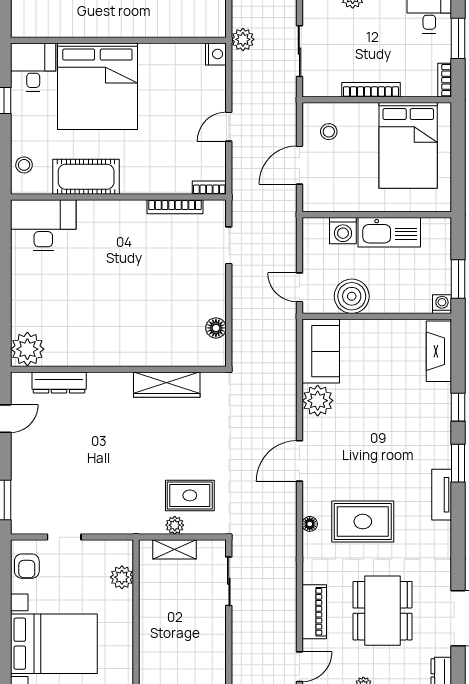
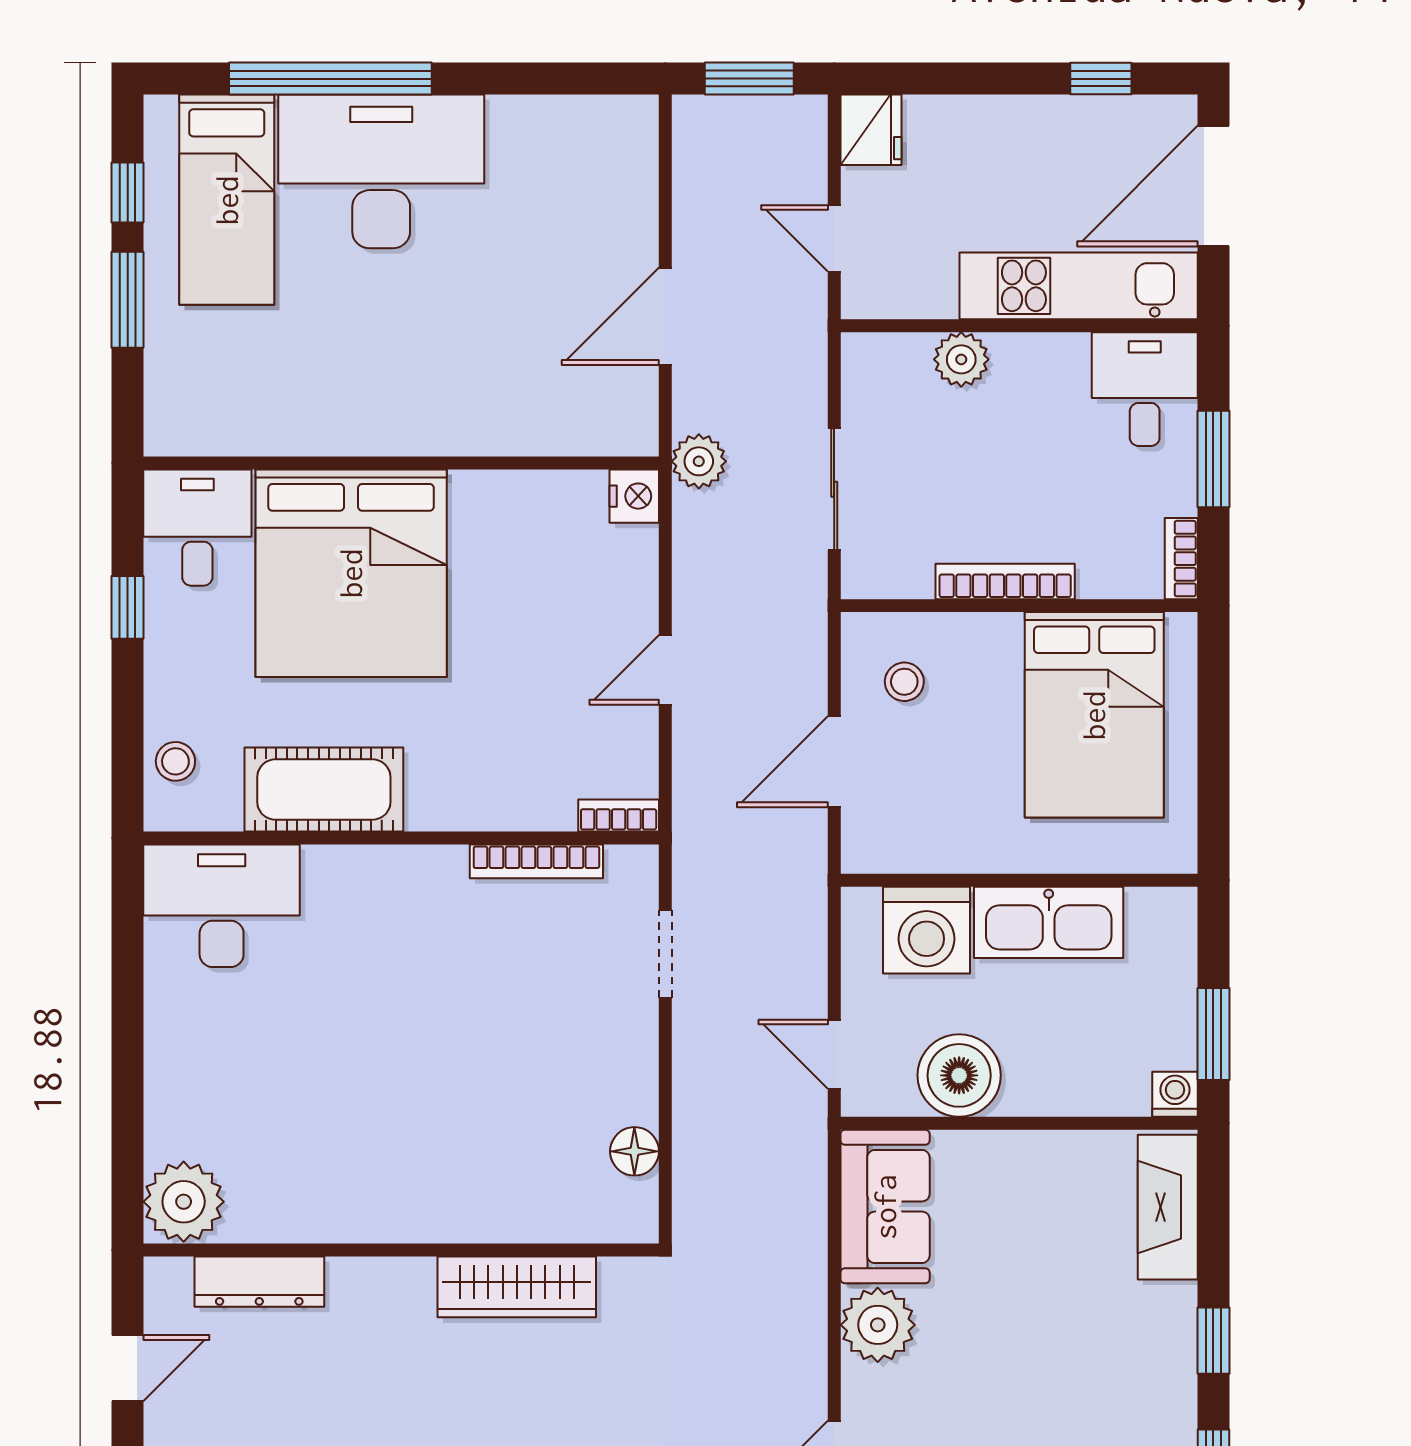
washing machine: (343, 231) -> (927, 930), width x1.37, depth x1.37

